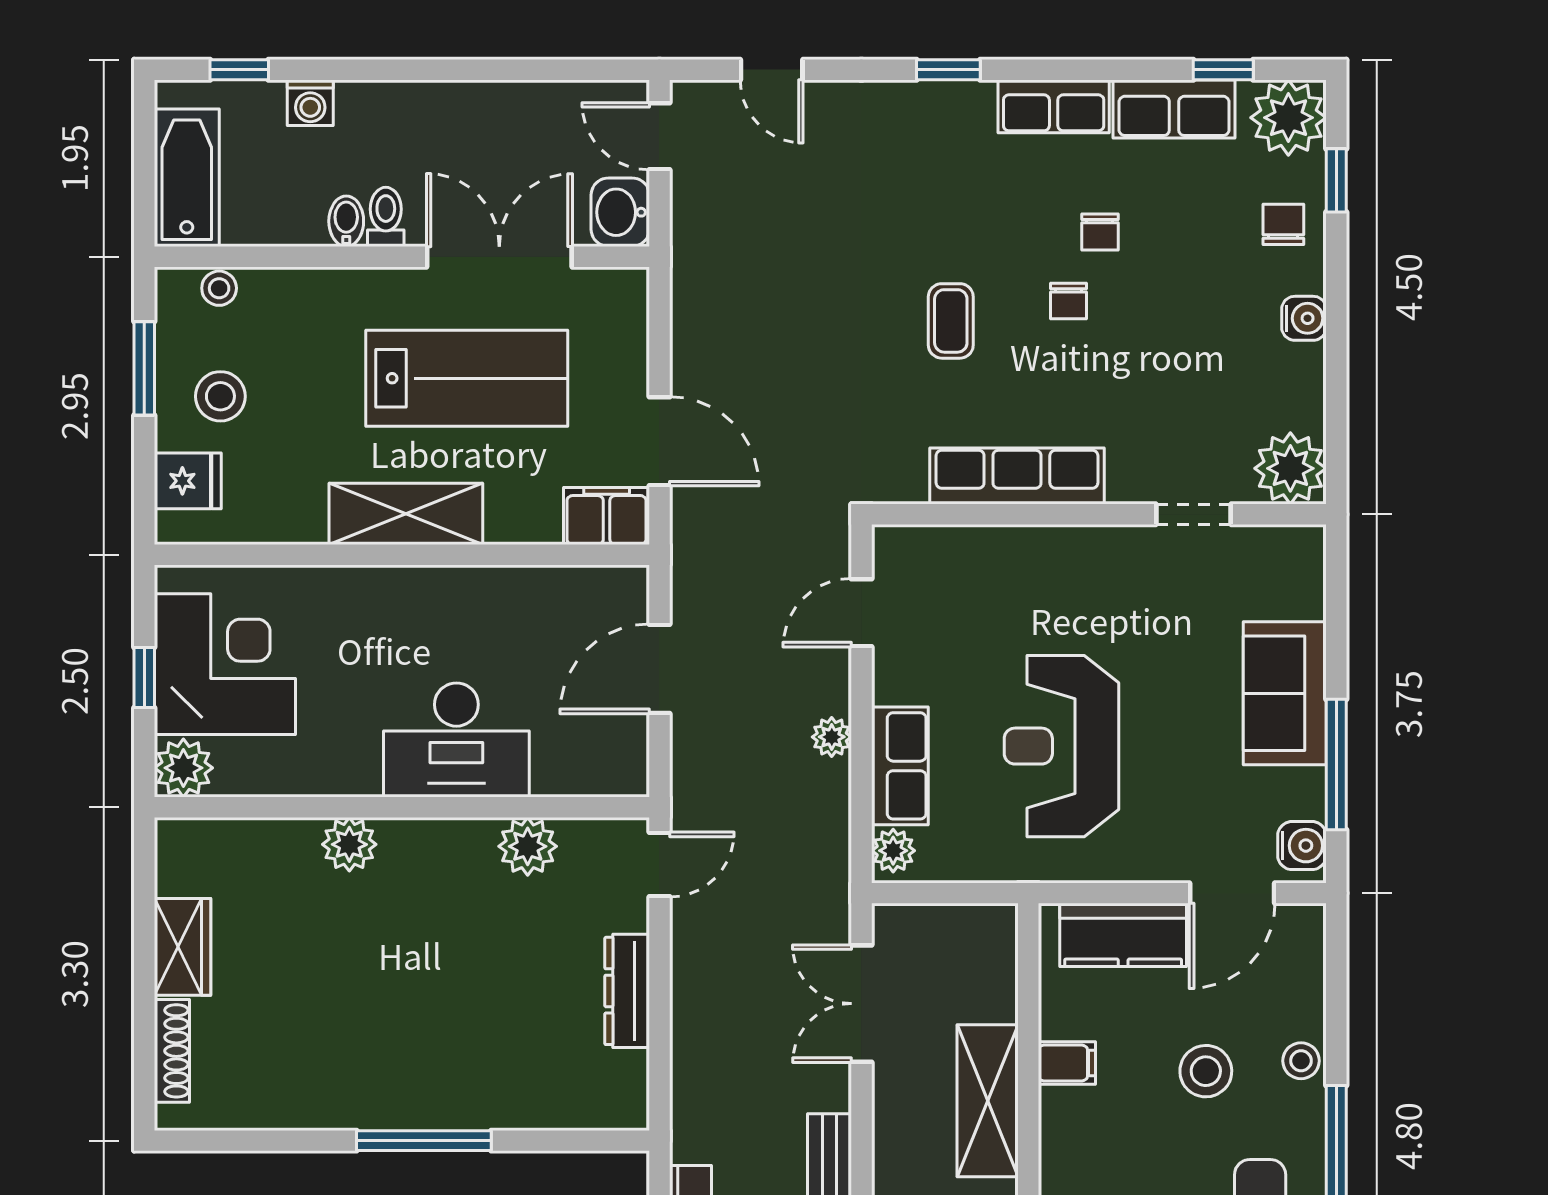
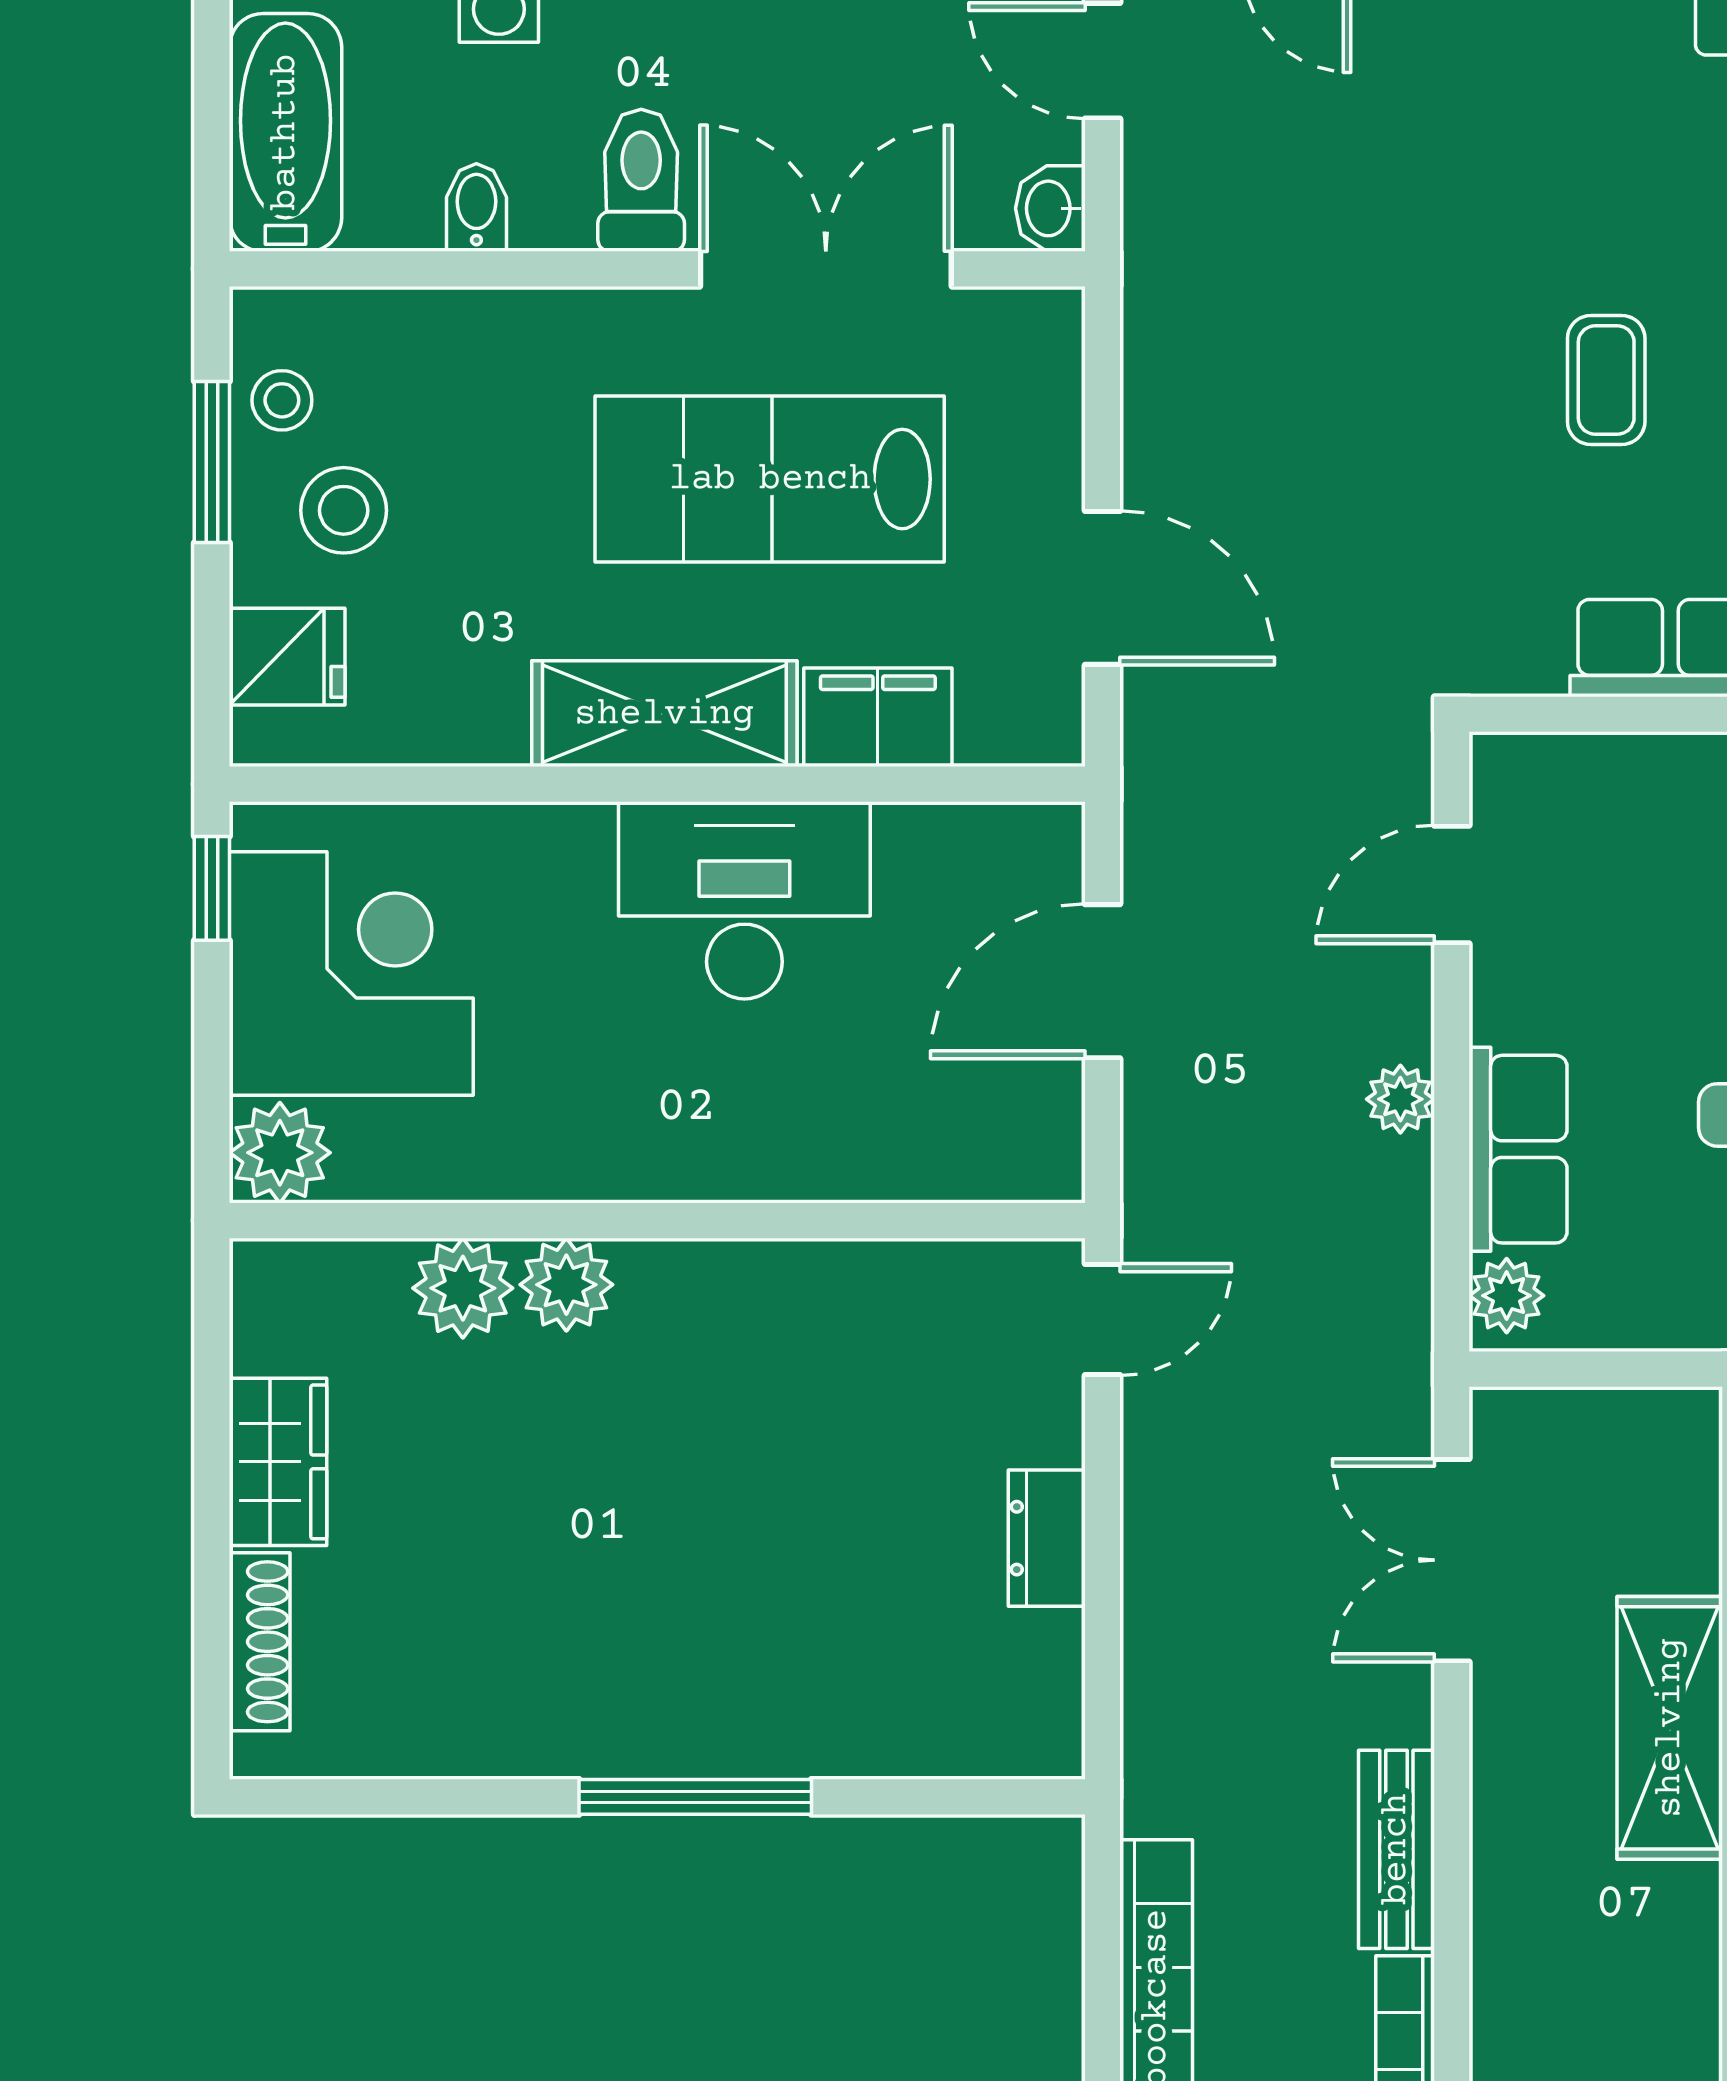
washbasin: (620, 212) -> (1050, 208), width x0.72, depth x0.69
toilet: (386, 217) -> (641, 180), width x1.37, depth x1.39
bidet: (346, 221) -> (476, 208), moved
stool: (219, 288) -> (282, 400), moved
lab bench: (467, 378) -> (770, 479), turned 180
filing cabinet: (607, 516) -> (878, 717), moved
window: (144, 678) -> (212, 888), moved
desk: (456, 740) -> (744, 900), moved, turned 180
plant: (528, 846) -> (463, 1288), moved
dresser: (627, 991) -> (1047, 1538), width x0.70

